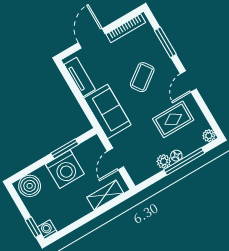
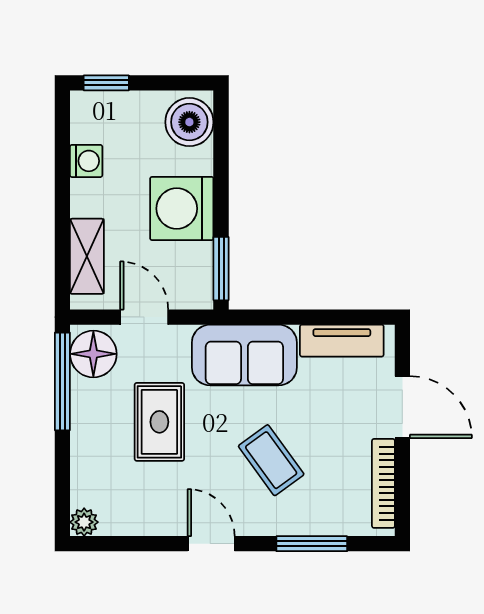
rug: (173, 119) -> (159, 422), moved
window: (65, 149) -> (221, 269), moved
floor lamp: (176, 156) -> (93, 354), moved, width x1.89, depth x1.89
plant: (164, 161) -> (85, 406), removed
window: (184, 161) -> (62, 381), moved
washing machine: (47, 229) -> (86, 161), moved

